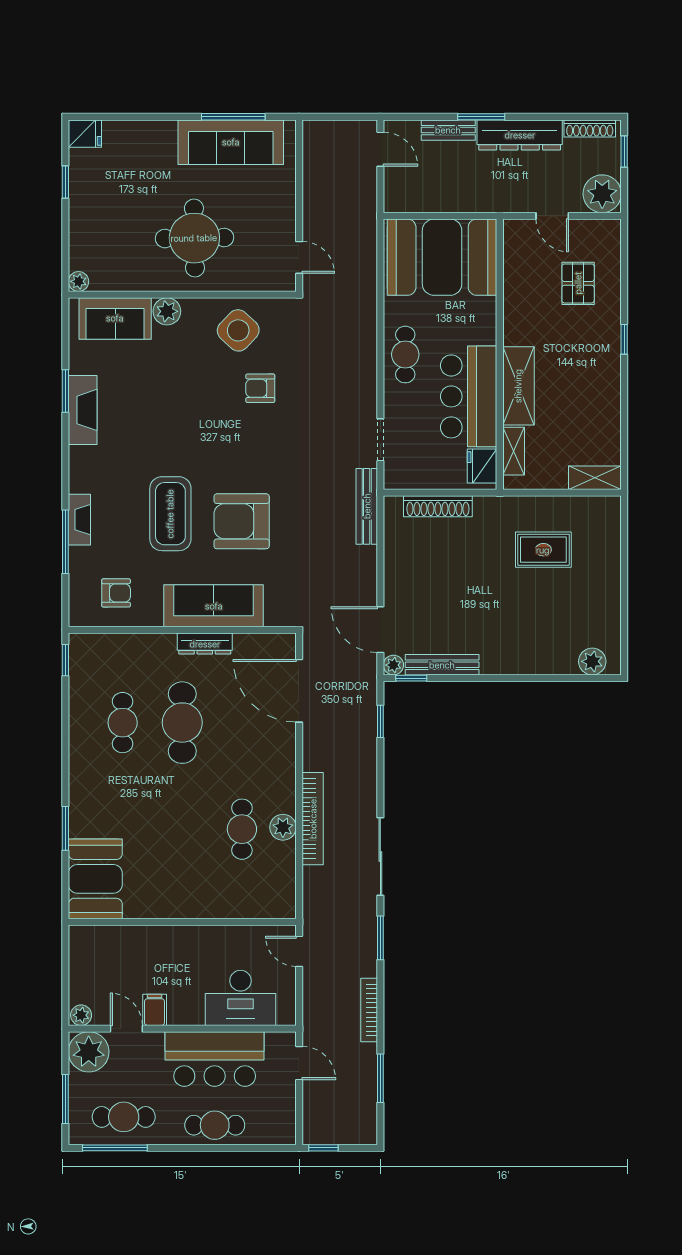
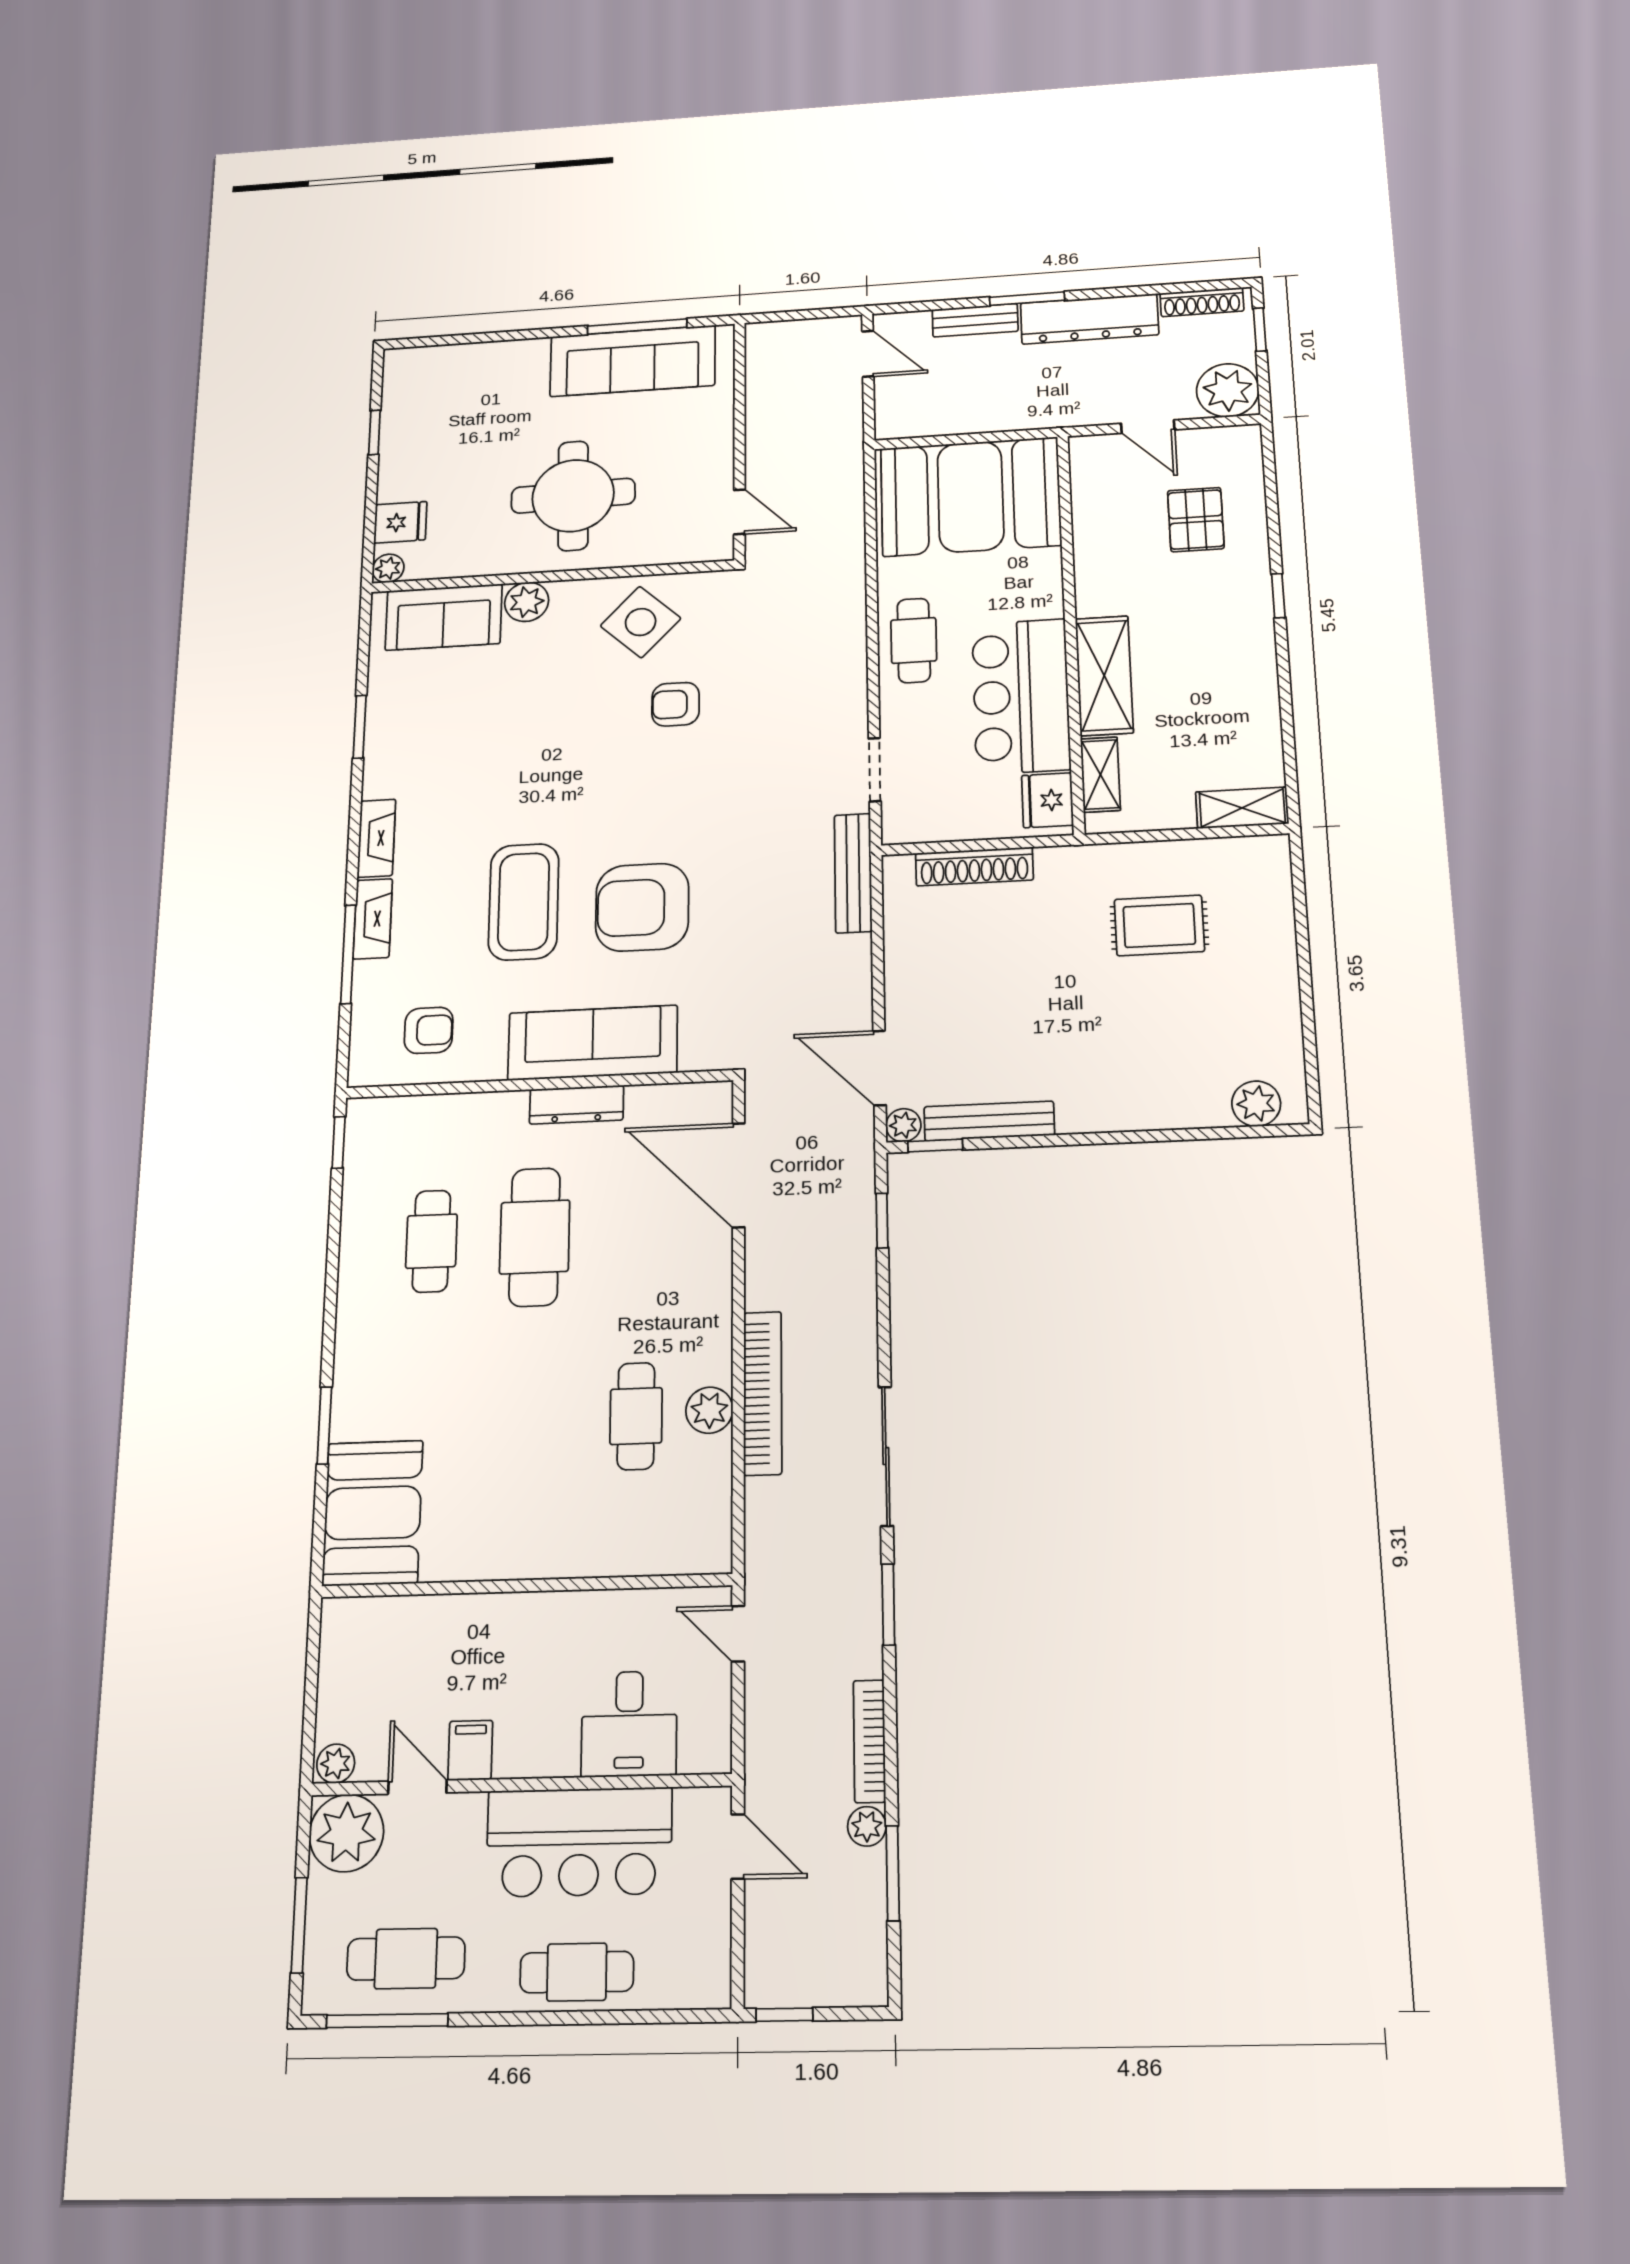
fridge: (85, 134) -> (400, 522), moved
fireplace: (83, 410) -> (376, 838), moved, width x0.73, depth x0.76
desk: (240, 998) -> (629, 1724), width x0.73
plant: (367, 1054) -> (867, 1826), added

